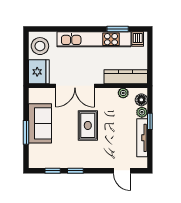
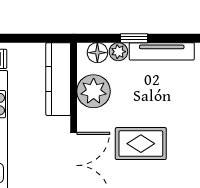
plant: (123, 93) -> (94, 91), width x1.88, depth x1.88

